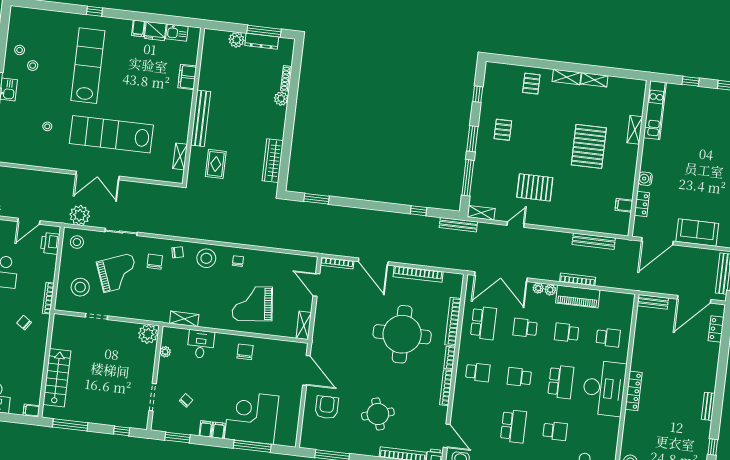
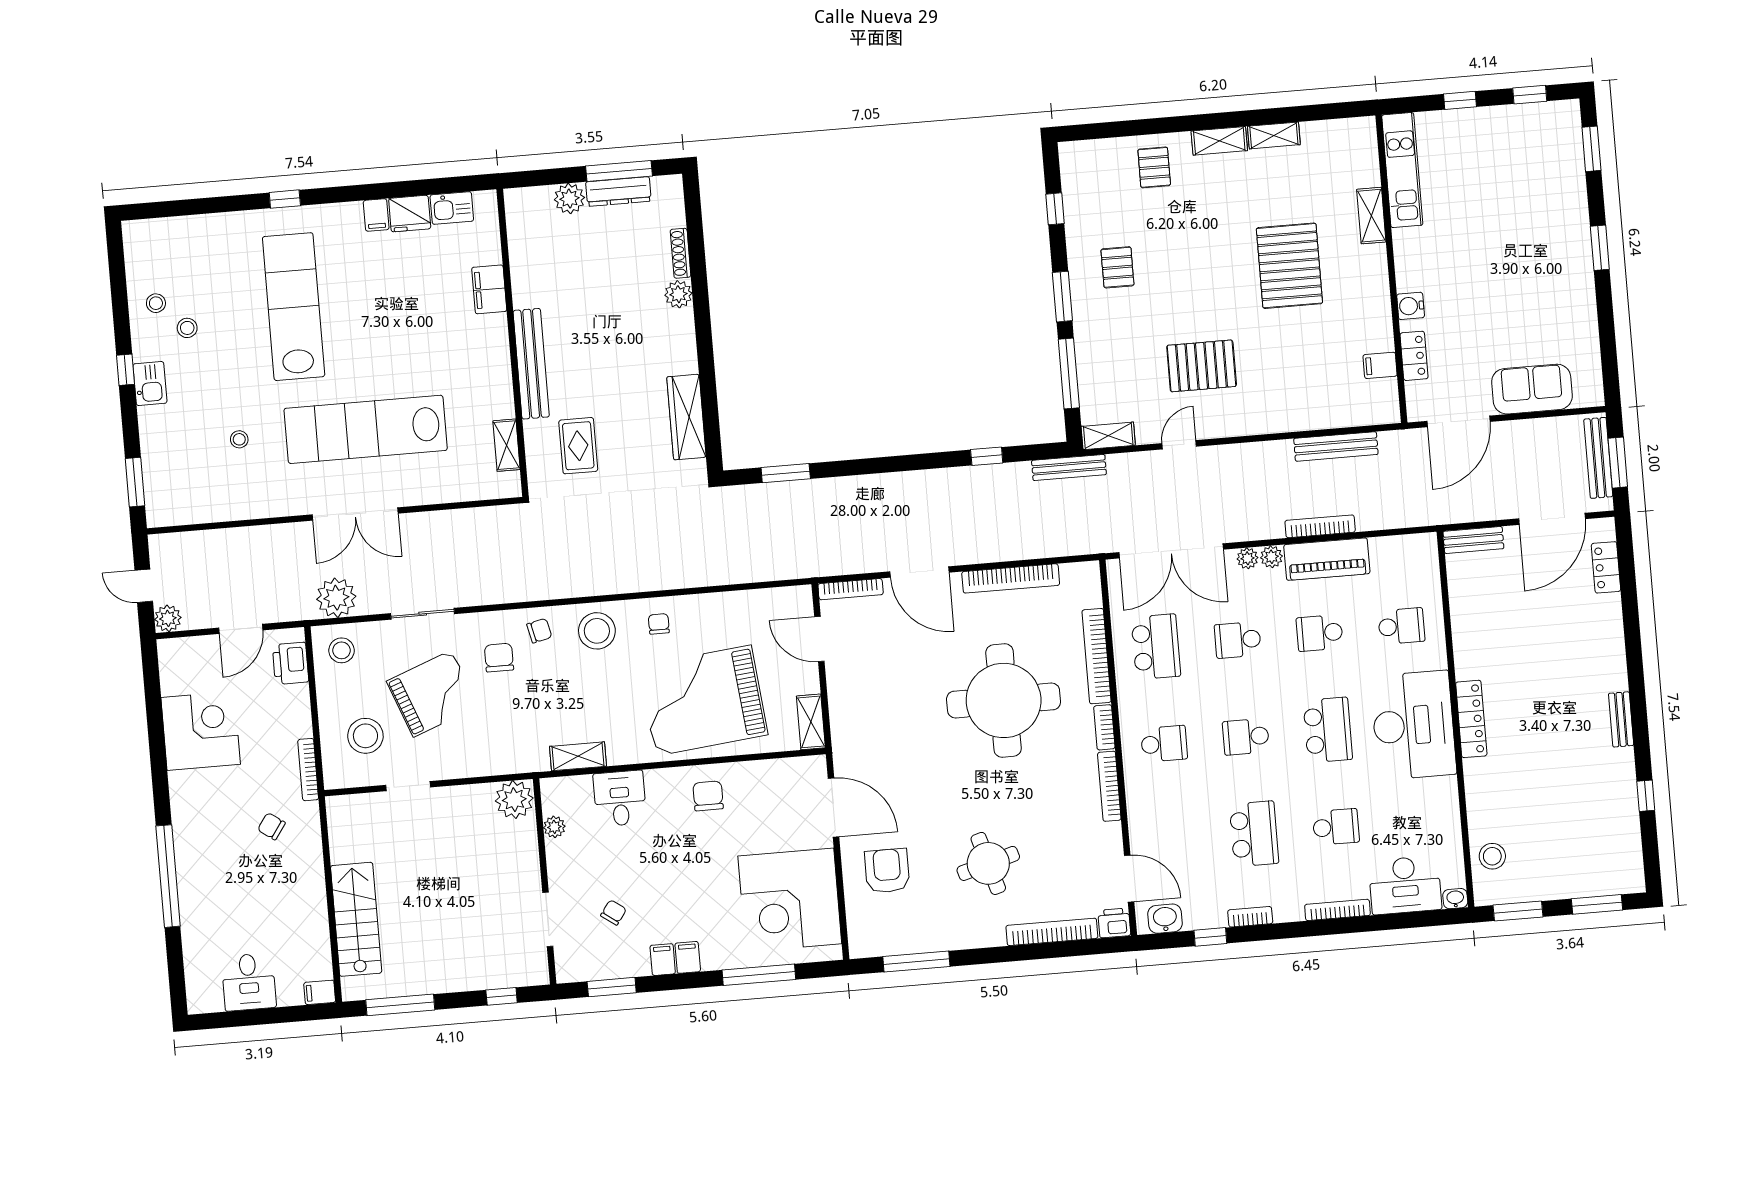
grand piano: (252, 304) -> (703, 700), width x1.37, depth x1.48
corner desk: (252, 417) -> (790, 900), moved, turned -90

